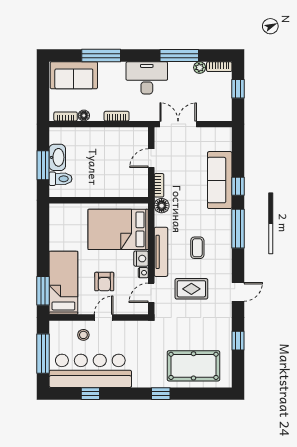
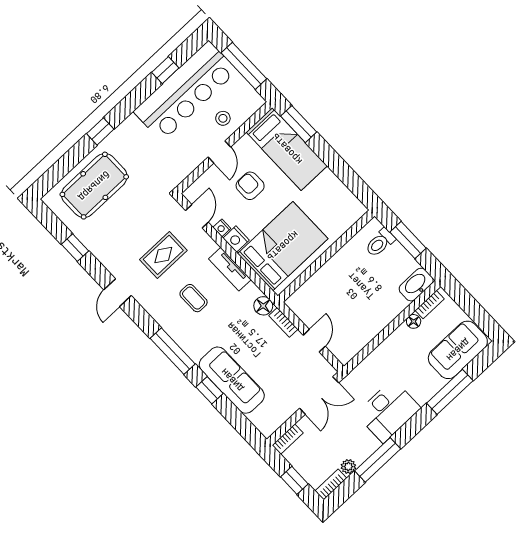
bookcase: (117, 116) -> (288, 439), moved
washbasin: (57, 157) -> (416, 285), moved, turned 90
tv unit: (161, 252) -> (230, 269), width x0.71

